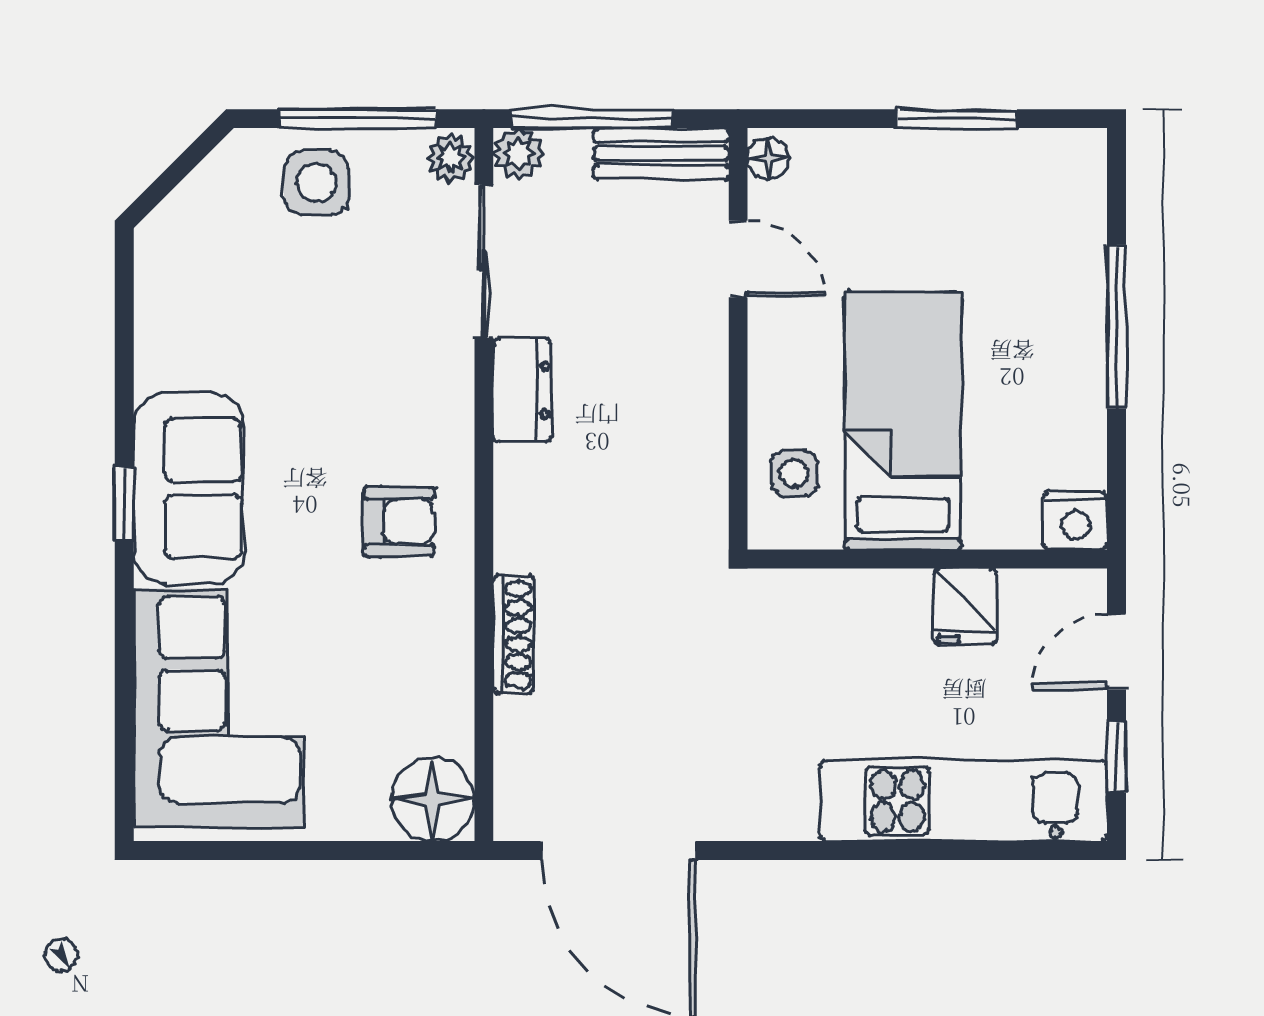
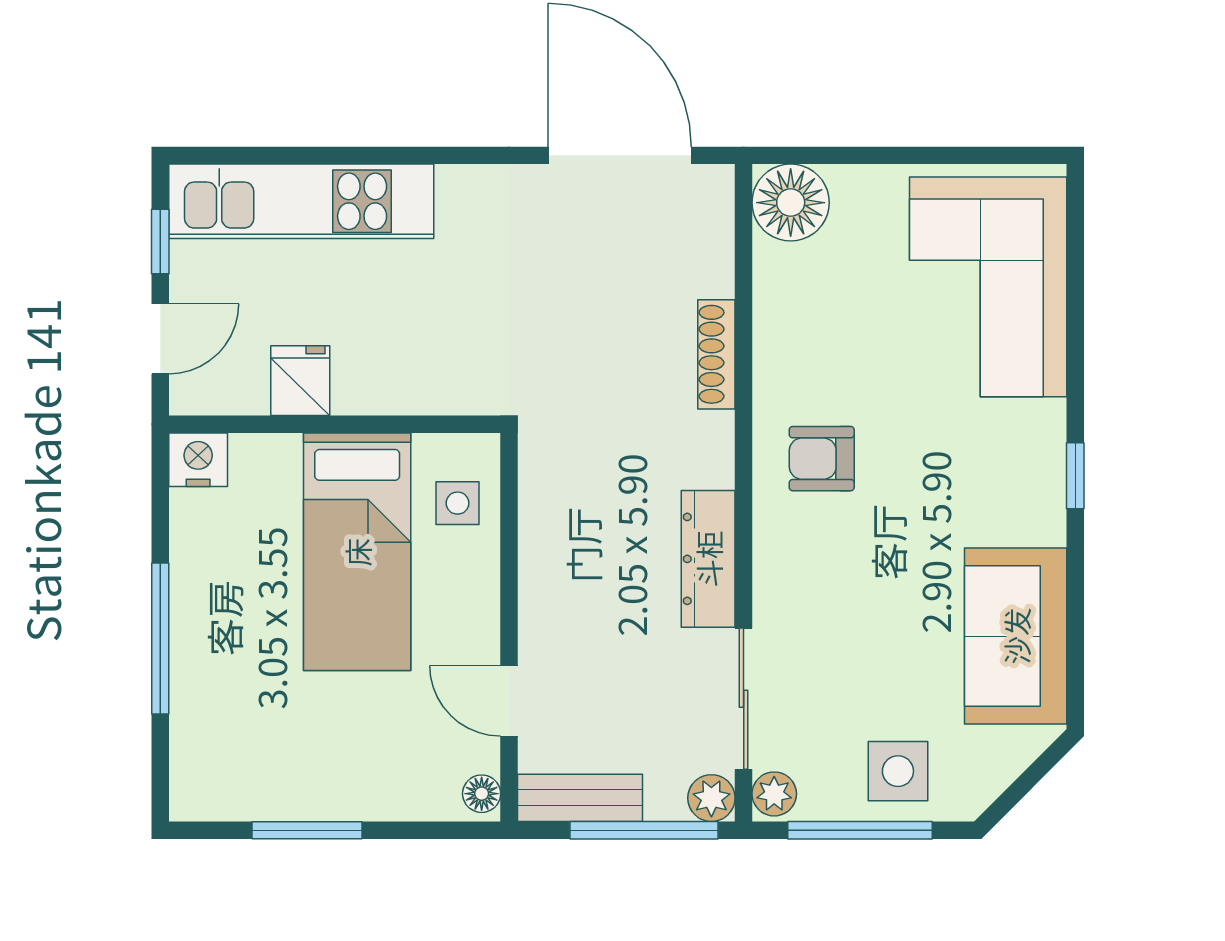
dresser: (522, 390) -> (708, 559), width x1.44
sofa: (189, 488) -> (1016, 636), moved

